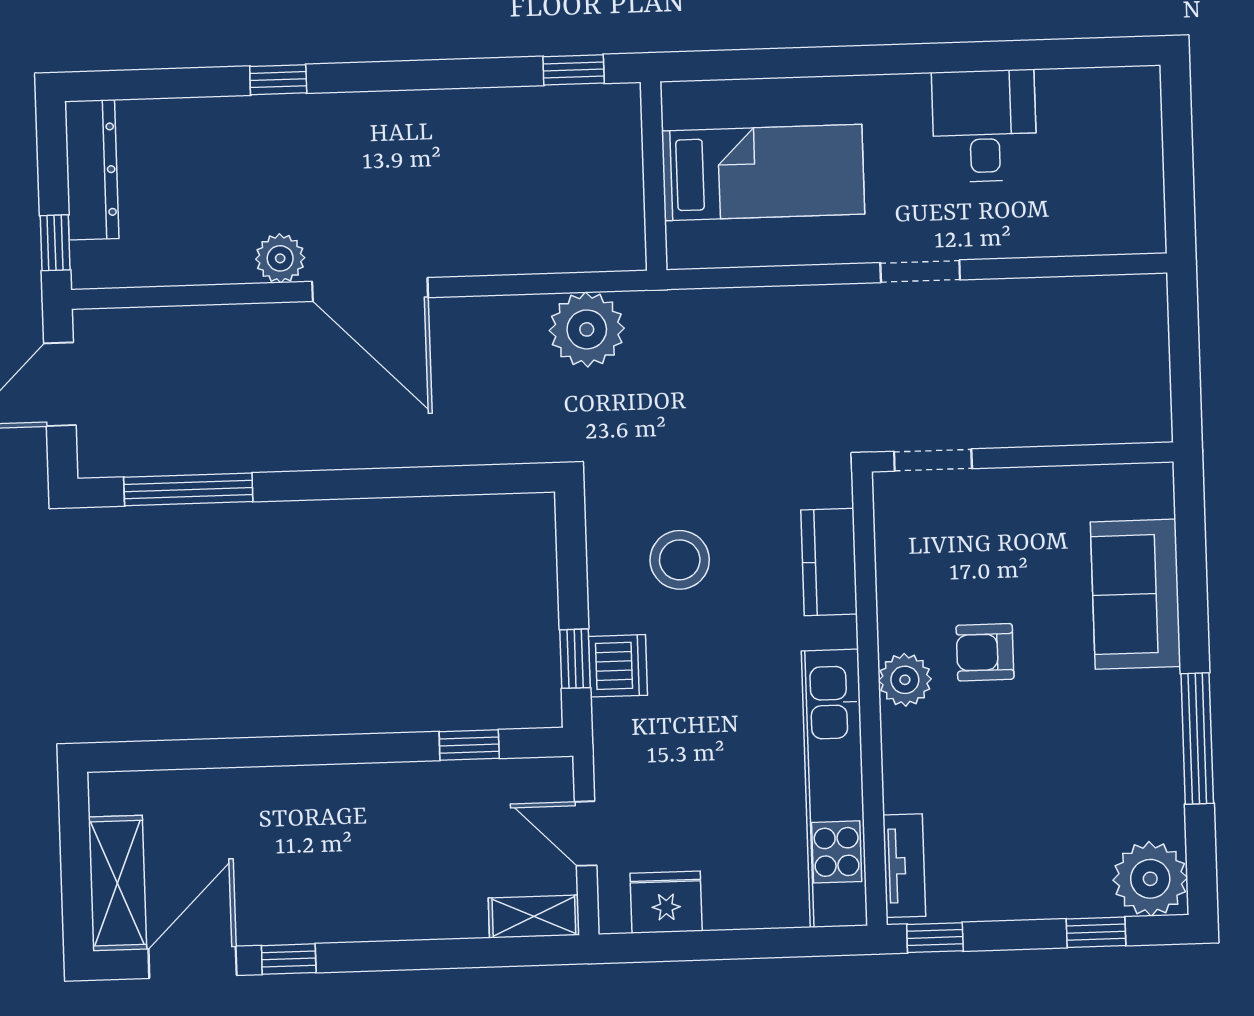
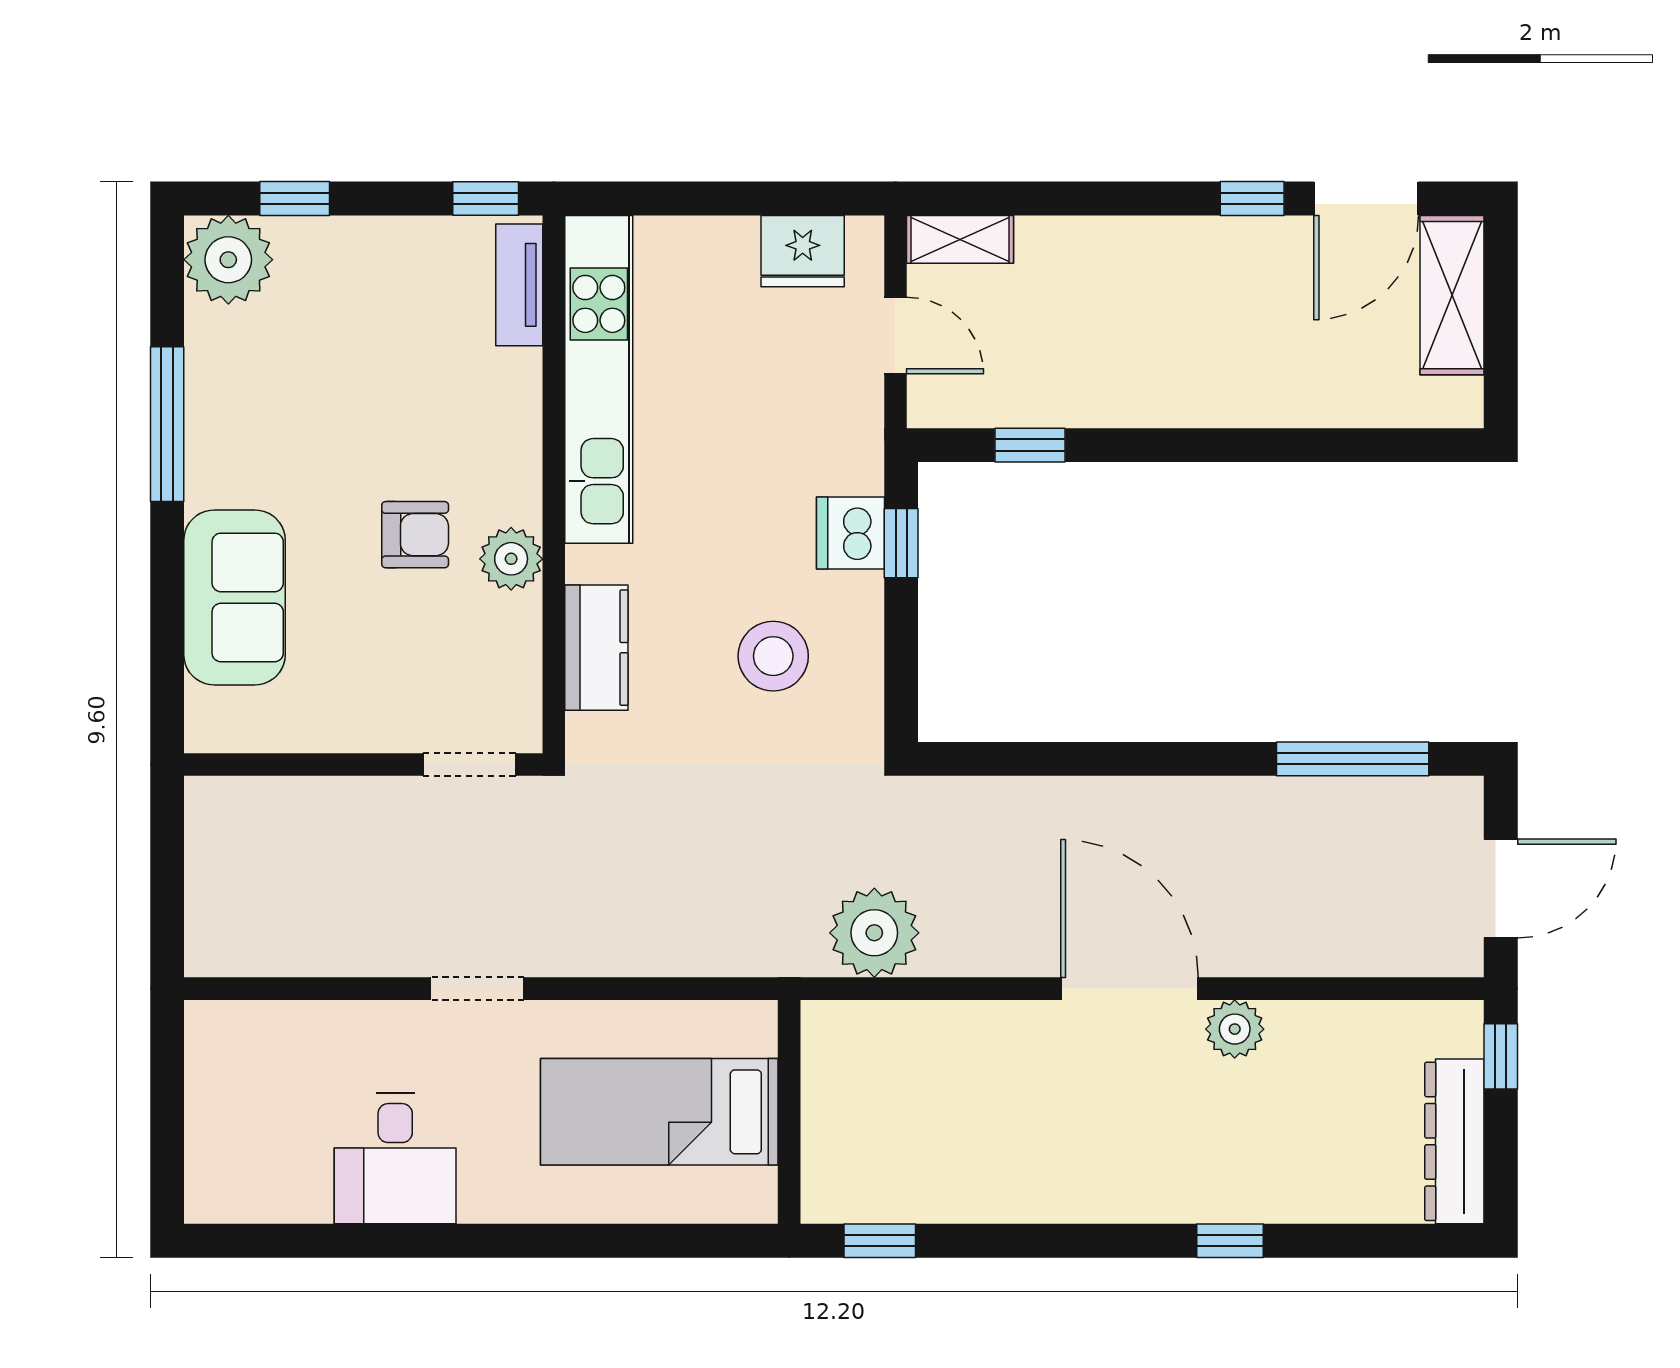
plant: (905, 680) -> (511, 559), moved

